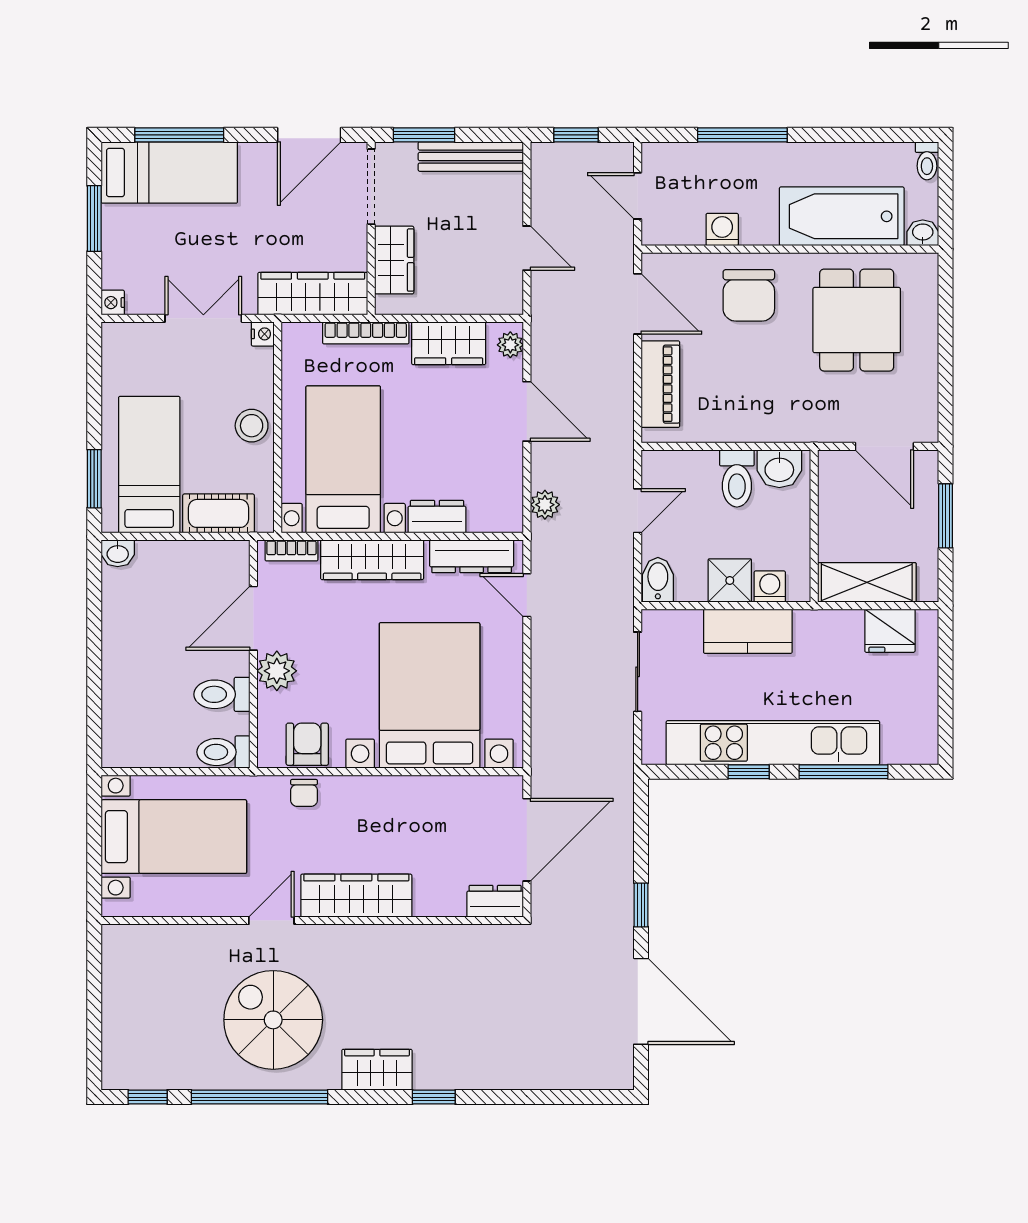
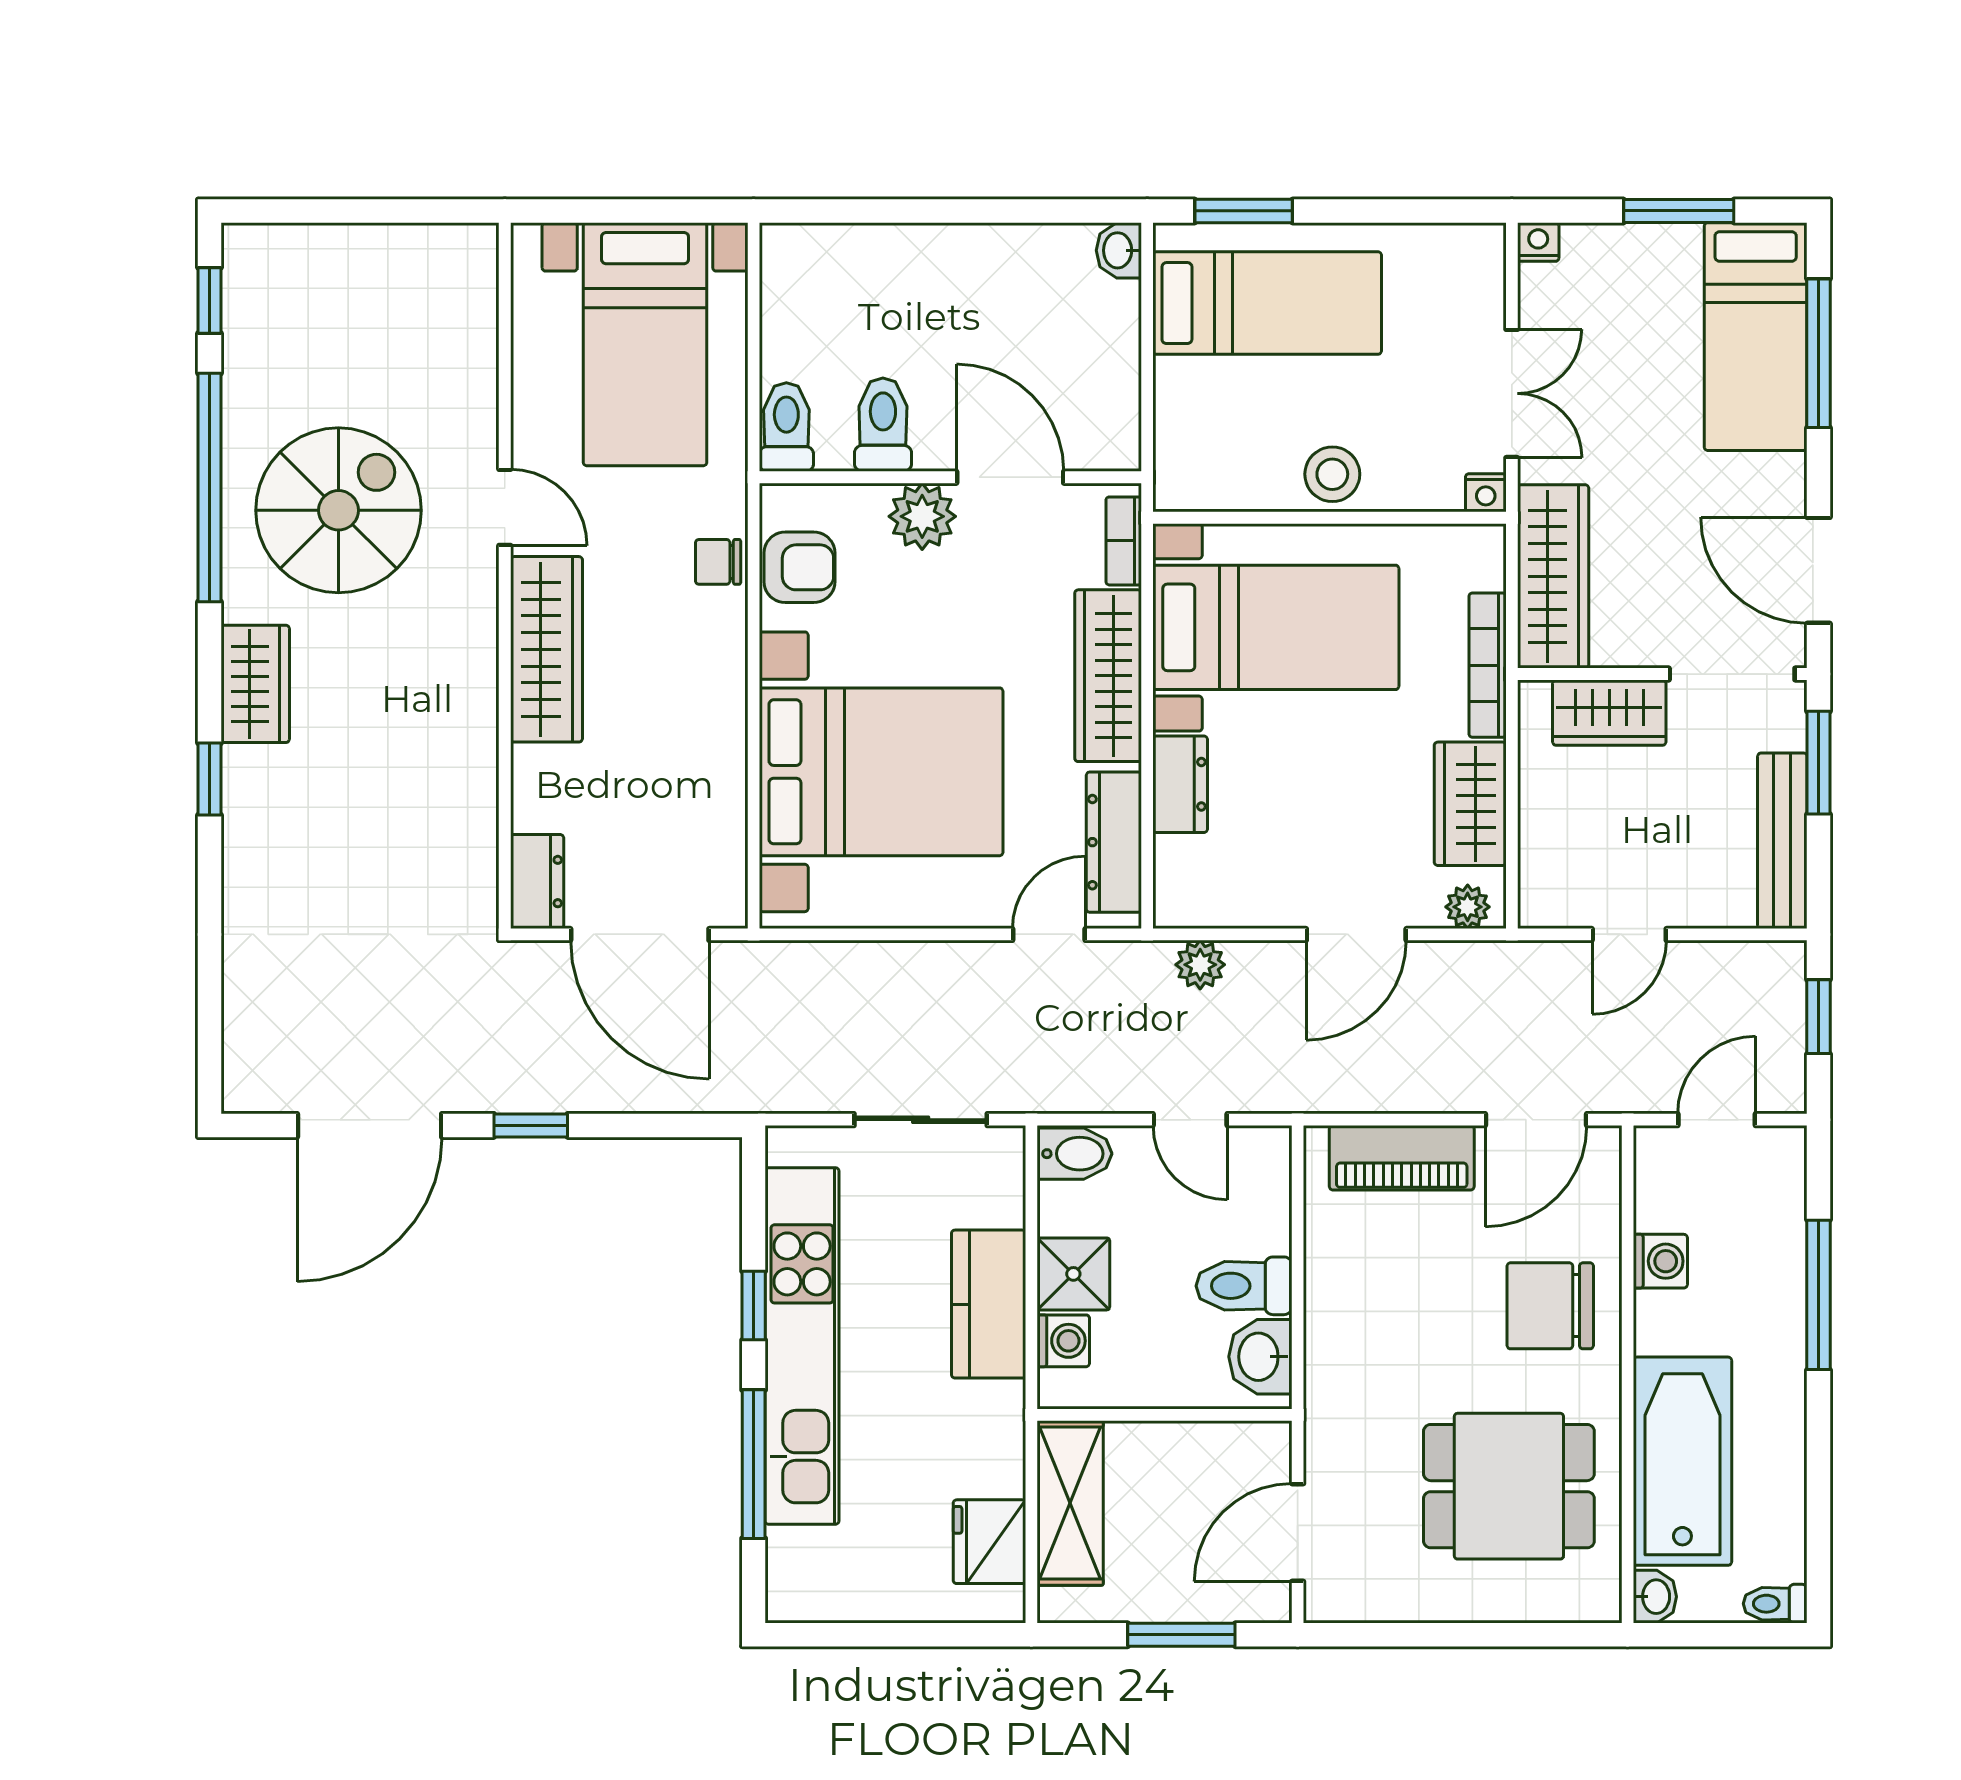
cot: (219, 513) -> (1185, 419), removed

